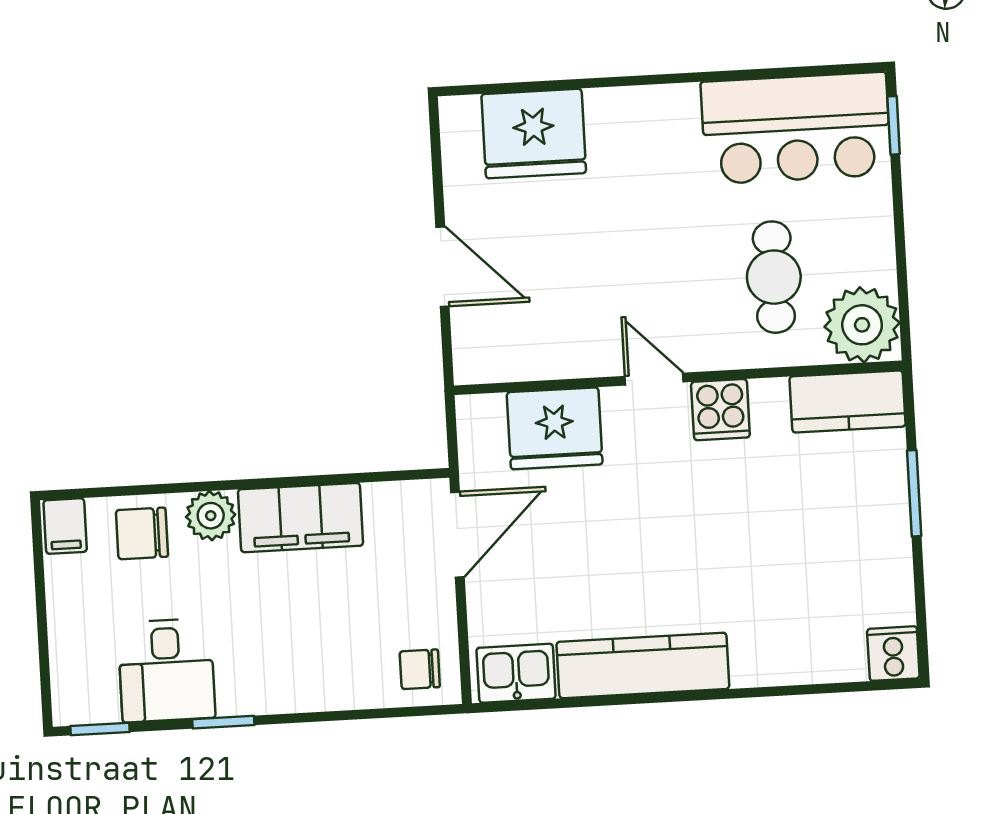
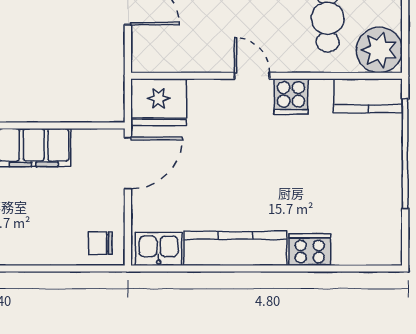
fridge: (555, 428) -> (159, 102), moved
window: (914, 493) -> (405, 154), width x2.11
cooker: (893, 654) -> (310, 250), moved, width x1.36

